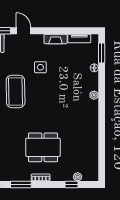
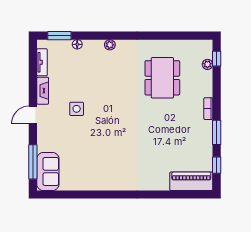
door: (24, 31) -> (33, 115), moved
coffee table: (16, 91) -> (105, 139), removed
dining table: (43, 147) -> (162, 78), moved
window: (71, 184) -> (217, 59), moved

